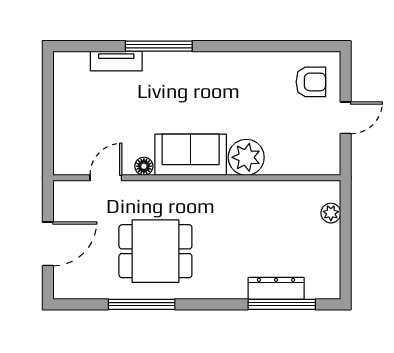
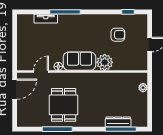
window: (298, 46) -> (128, 12), added
armchair: (311, 82) -> (118, 35), moved
door: (48, 244) -> (15, 89), moved
dining table: (155, 251) -> (64, 105), turned 90

